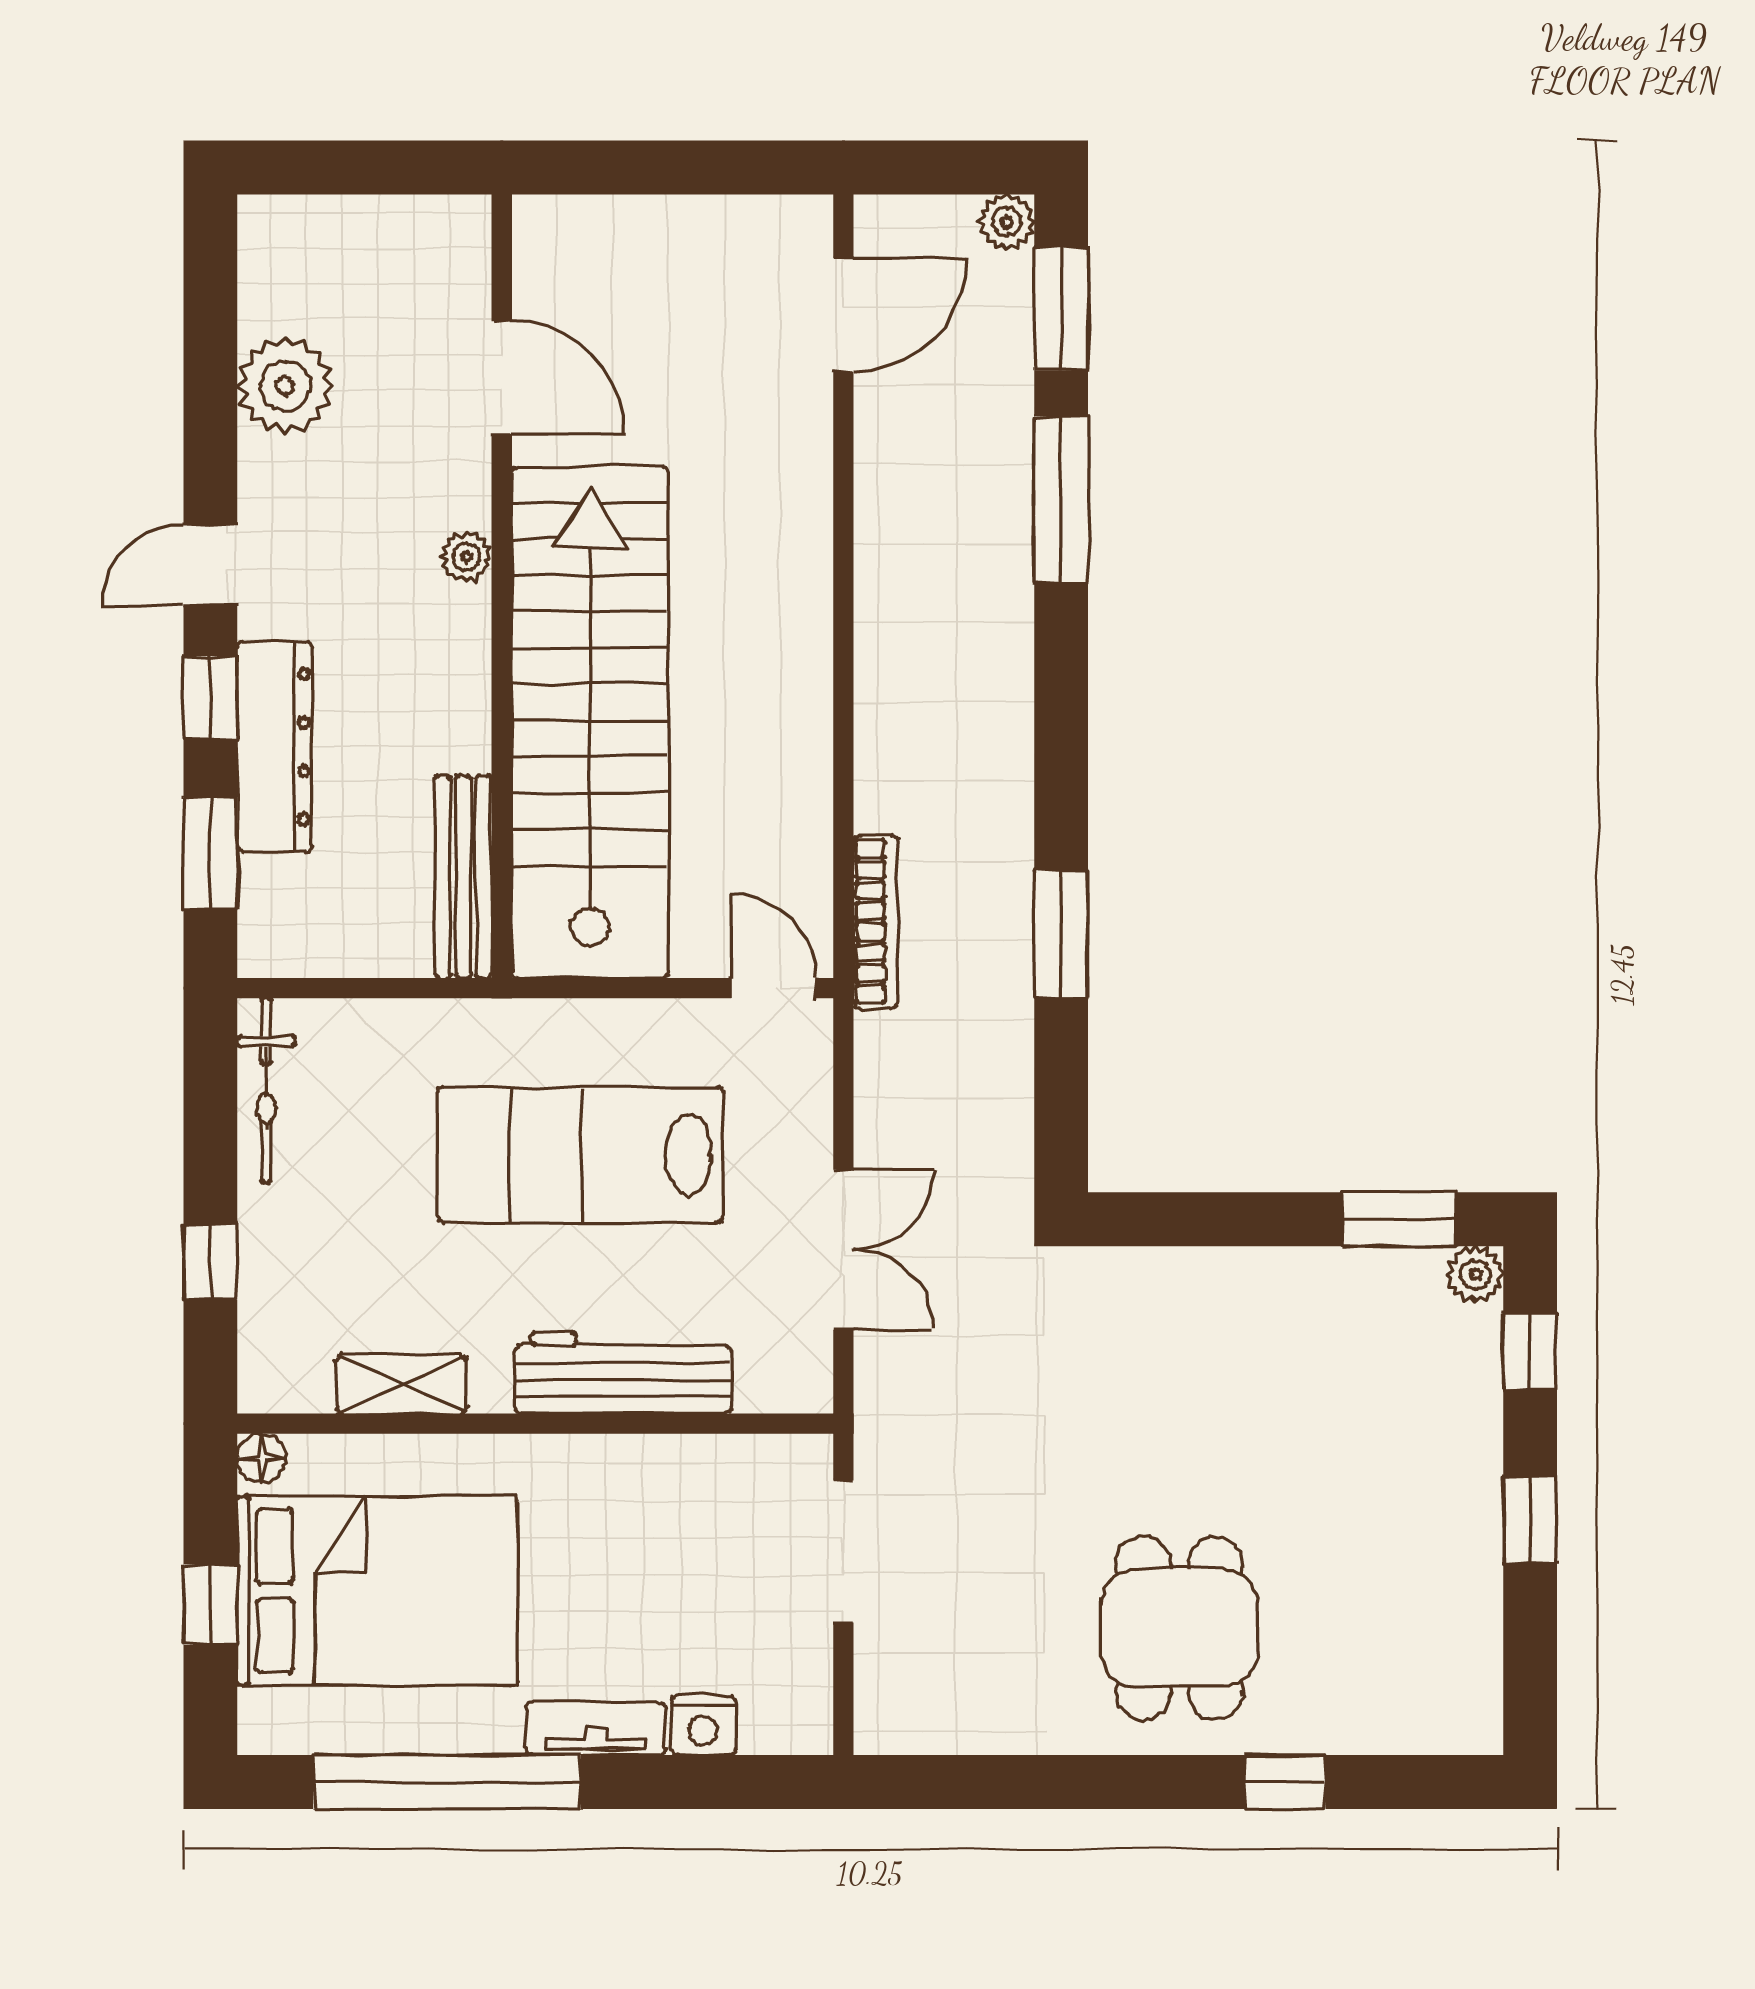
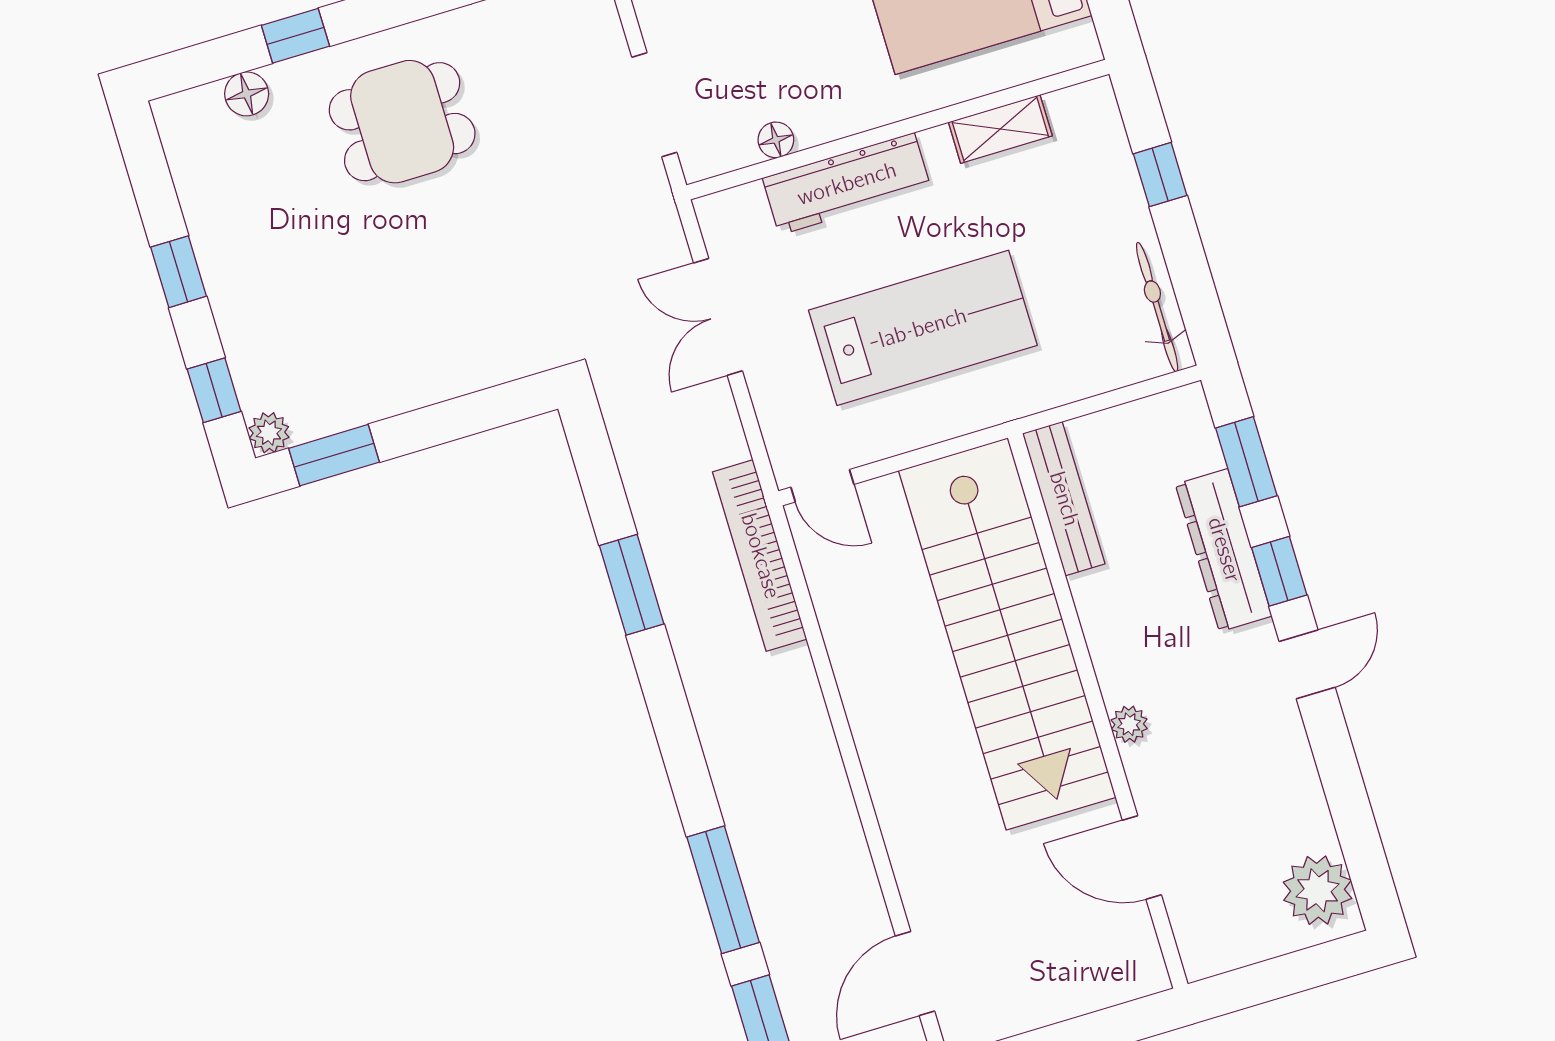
plant: (285, 386) -> (1318, 890), moved
bookcase: (876, 922) -> (760, 556), width x1.48, depth x1.31
floor lamp: (261, 1458) -> (776, 140), moved
dining table: (1179, 1628) -> (402, 122), turned 90
floor lamp: (1372, 1725) -> (247, 94), added

